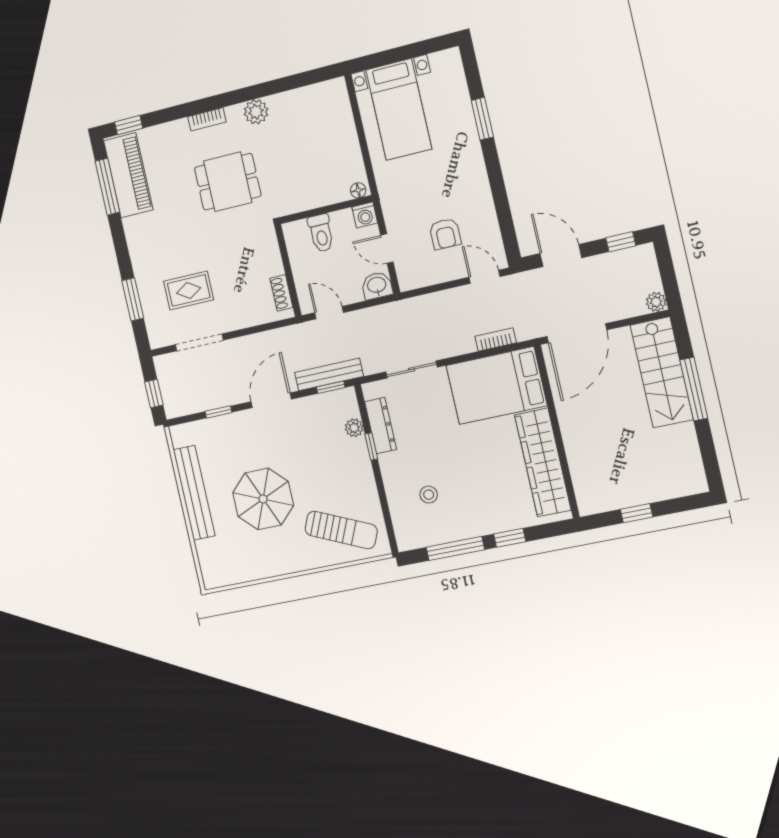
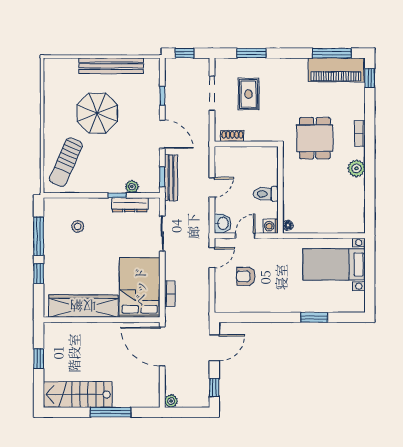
wall: (288, 270) -> (246, 144), moved
door: (484, 277) -> (212, 258), moved
shoe rack: (281, 293) -> (232, 136), moved
stairs: (662, 372) -> (78, 395), moved

